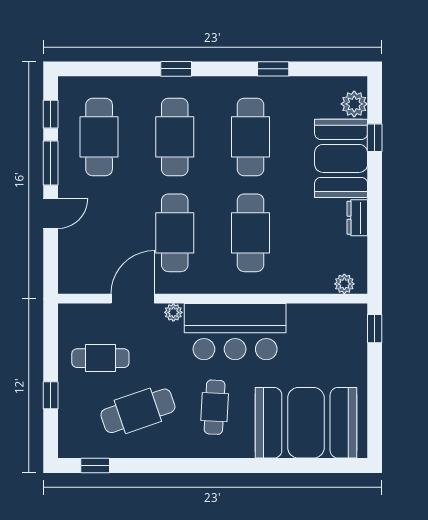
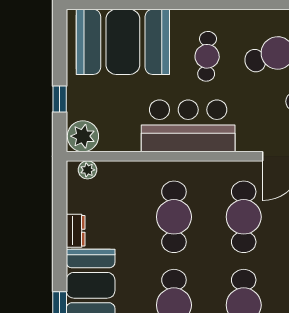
plant: (173, 312) -> (83, 136), moved, width x1.88, depth x1.88
window: (375, 329) -> (60, 99), moved

